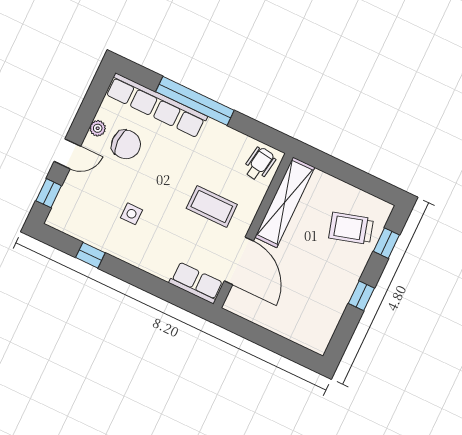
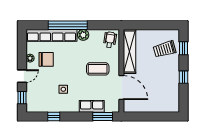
plant: (215, 132) -> (83, 35), added
row of seats: (196, 283) -> (92, 106), moved
window: (180, 298) -> (103, 116), added

